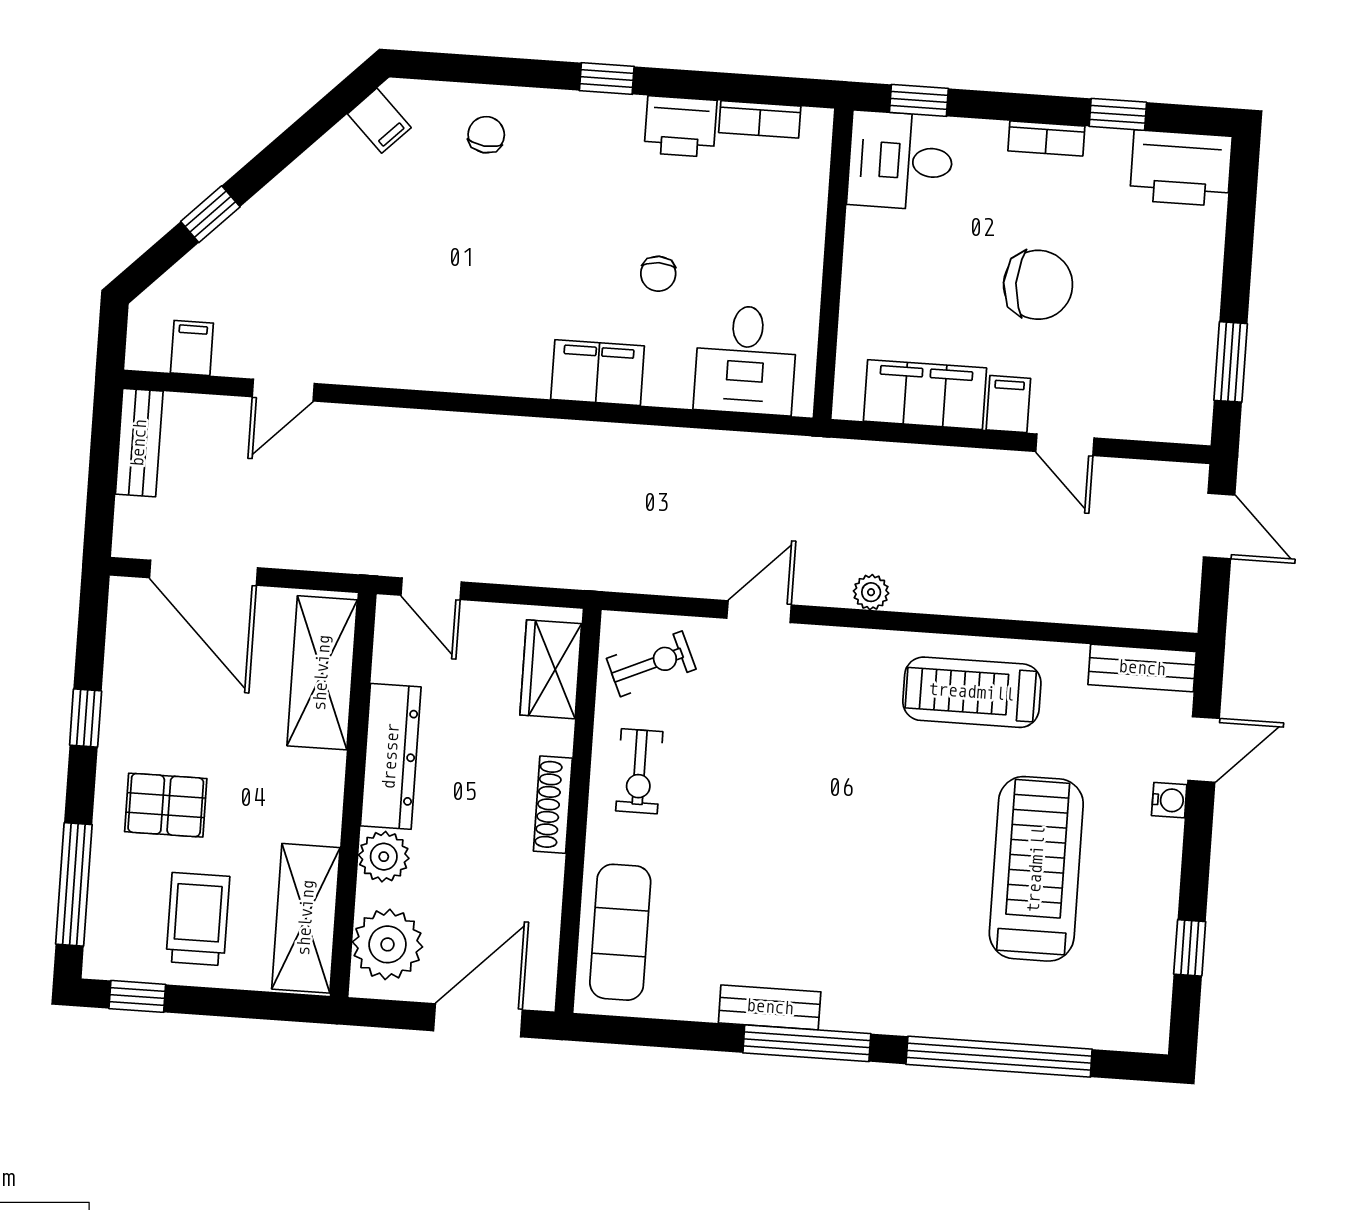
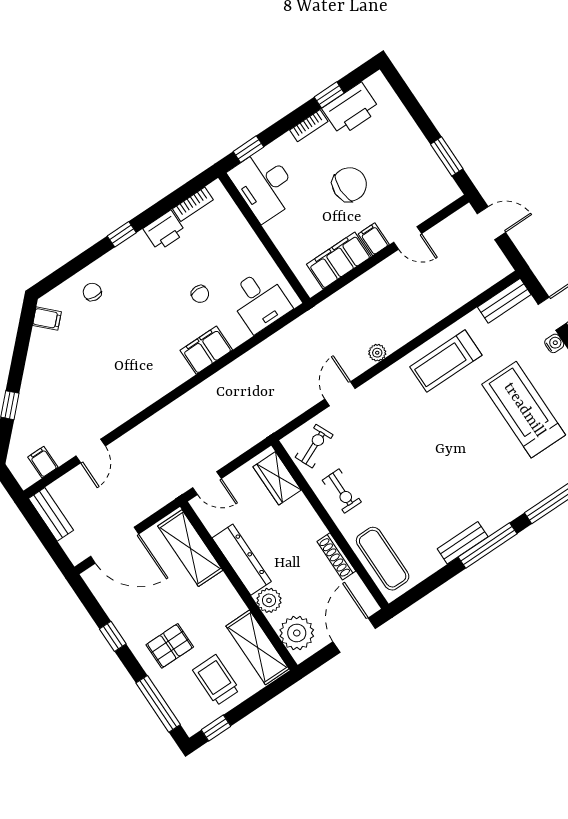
desk: (901, 161) -> (264, 185), width x1.37
printer: (1181, 168) -> (351, 109), moved
shoe rack: (553, 805) -> (336, 556), moved

